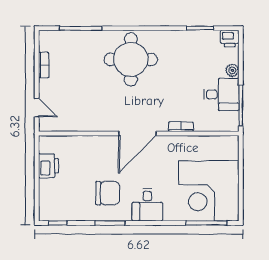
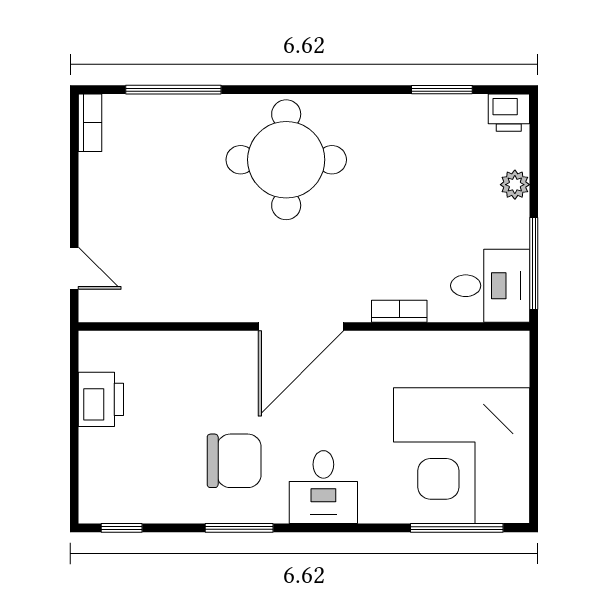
bookcase: (44, 65) -> (90, 123), moved
desk: (221, 94) -> (490, 286), moved

